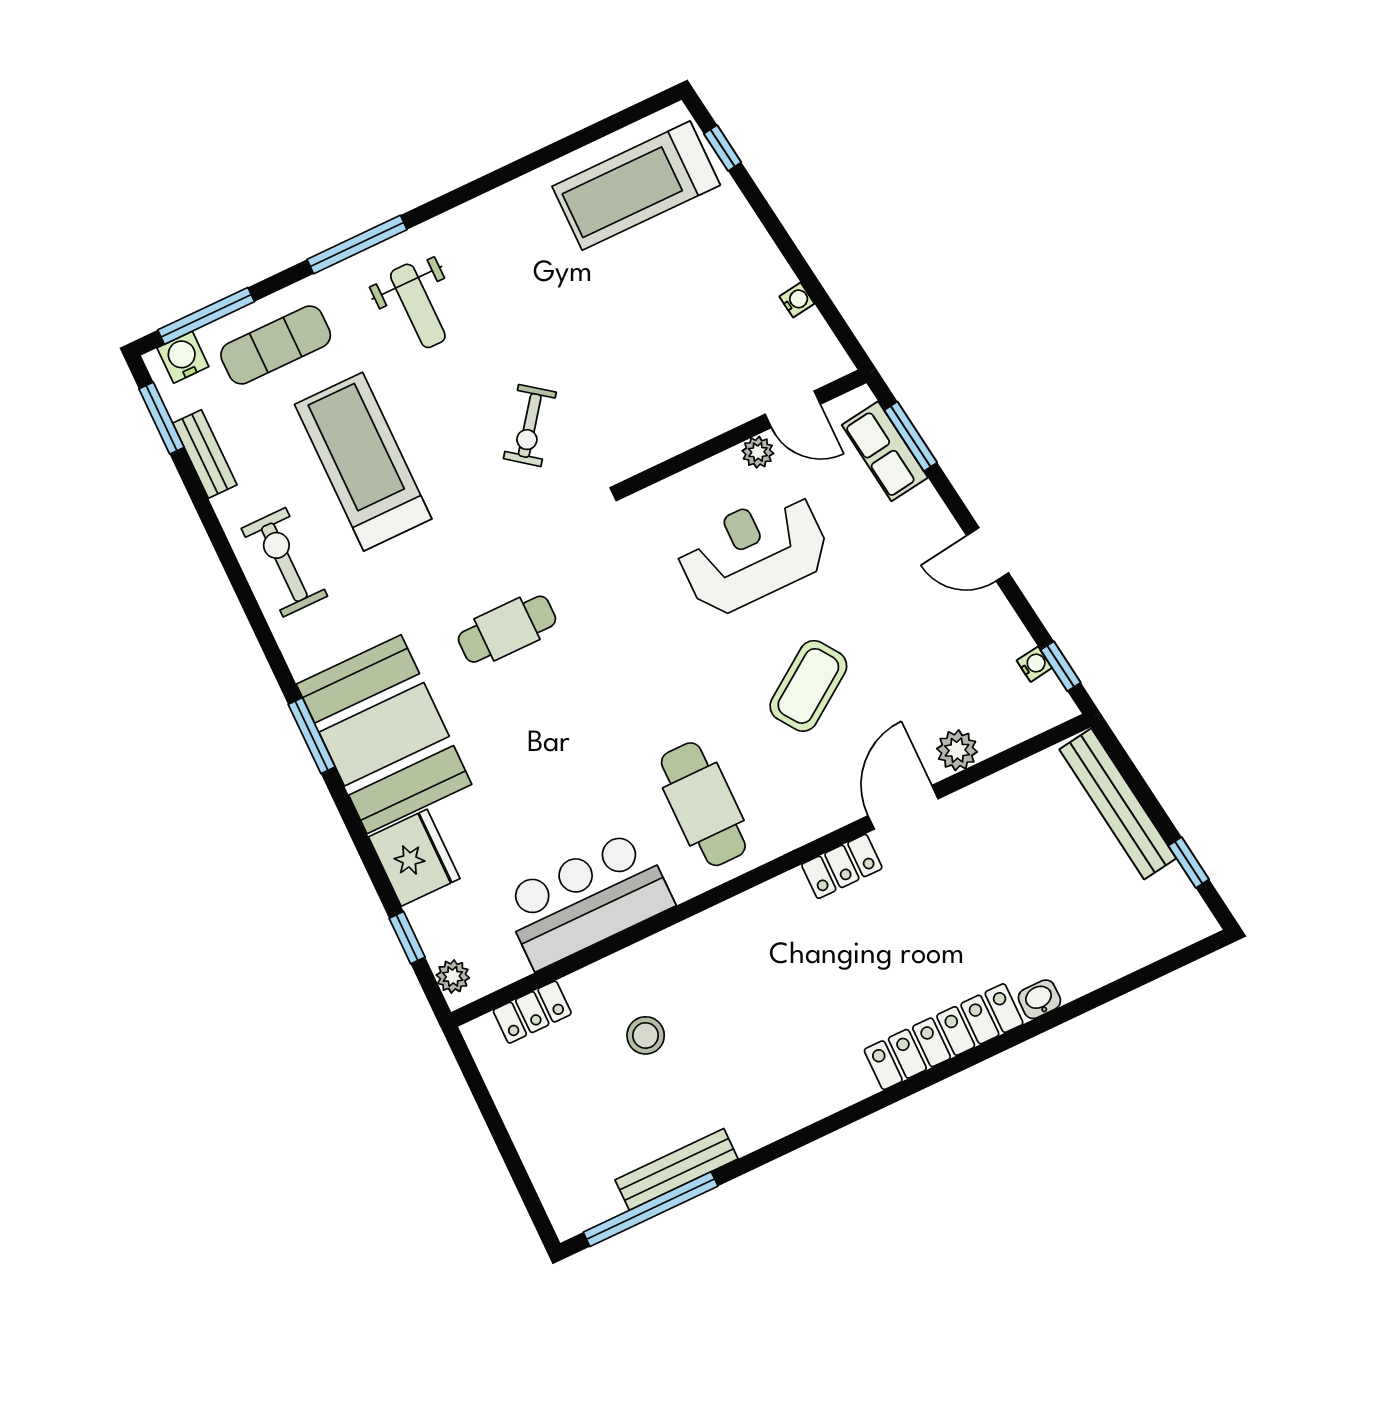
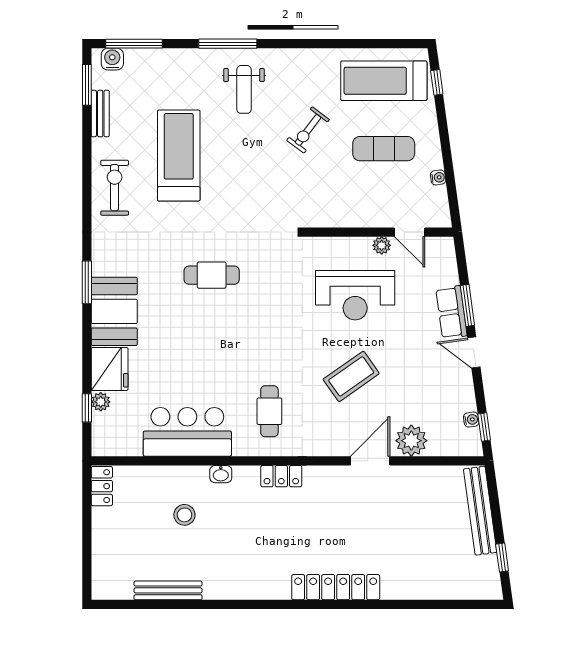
exercise mat: (276, 345) -> (384, 149), moved
exercise bike: (530, 425) -> (308, 130), moved
window: (911, 436) -> (467, 305), moved
row of seats: (885, 451) -> (451, 312), moved
reception desk: (753, 552) -> (355, 295), turned 180
booth: (384, 734) -> (114, 311), width x0.73, depth x0.70
plant: (957, 750) -> (411, 441), width x1.36, depth x1.36
cafe table: (703, 804) -> (269, 411), width x0.73, depth x0.74
locker: (842, 866) -> (281, 476), moved
plant: (453, 976) -> (101, 402), moved
washbasin: (1039, 999) -> (221, 474), moved, turned 180
locker: (532, 1012) -> (102, 486), moved, turned -90
window: (651, 1209) -> (145, 604), removed

